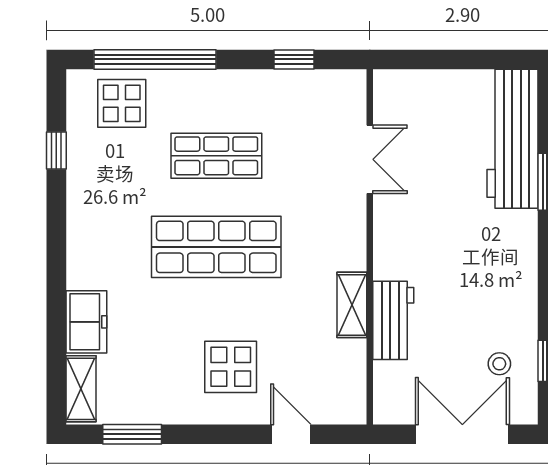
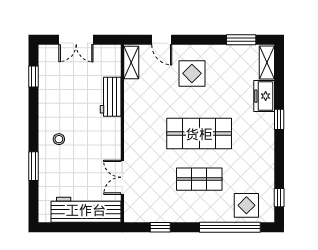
workbench: (512, 139) -> (86, 210), moved, turned -90
window: (56, 150) -> (279, 198), moved
window: (56, 275) -> (279, 119), added
shelving: (352, 305) -> (131, 63), moved
stool: (499, 364) -> (59, 139), moved
double door: (462, 434) -> (76, 40), width x0.73

